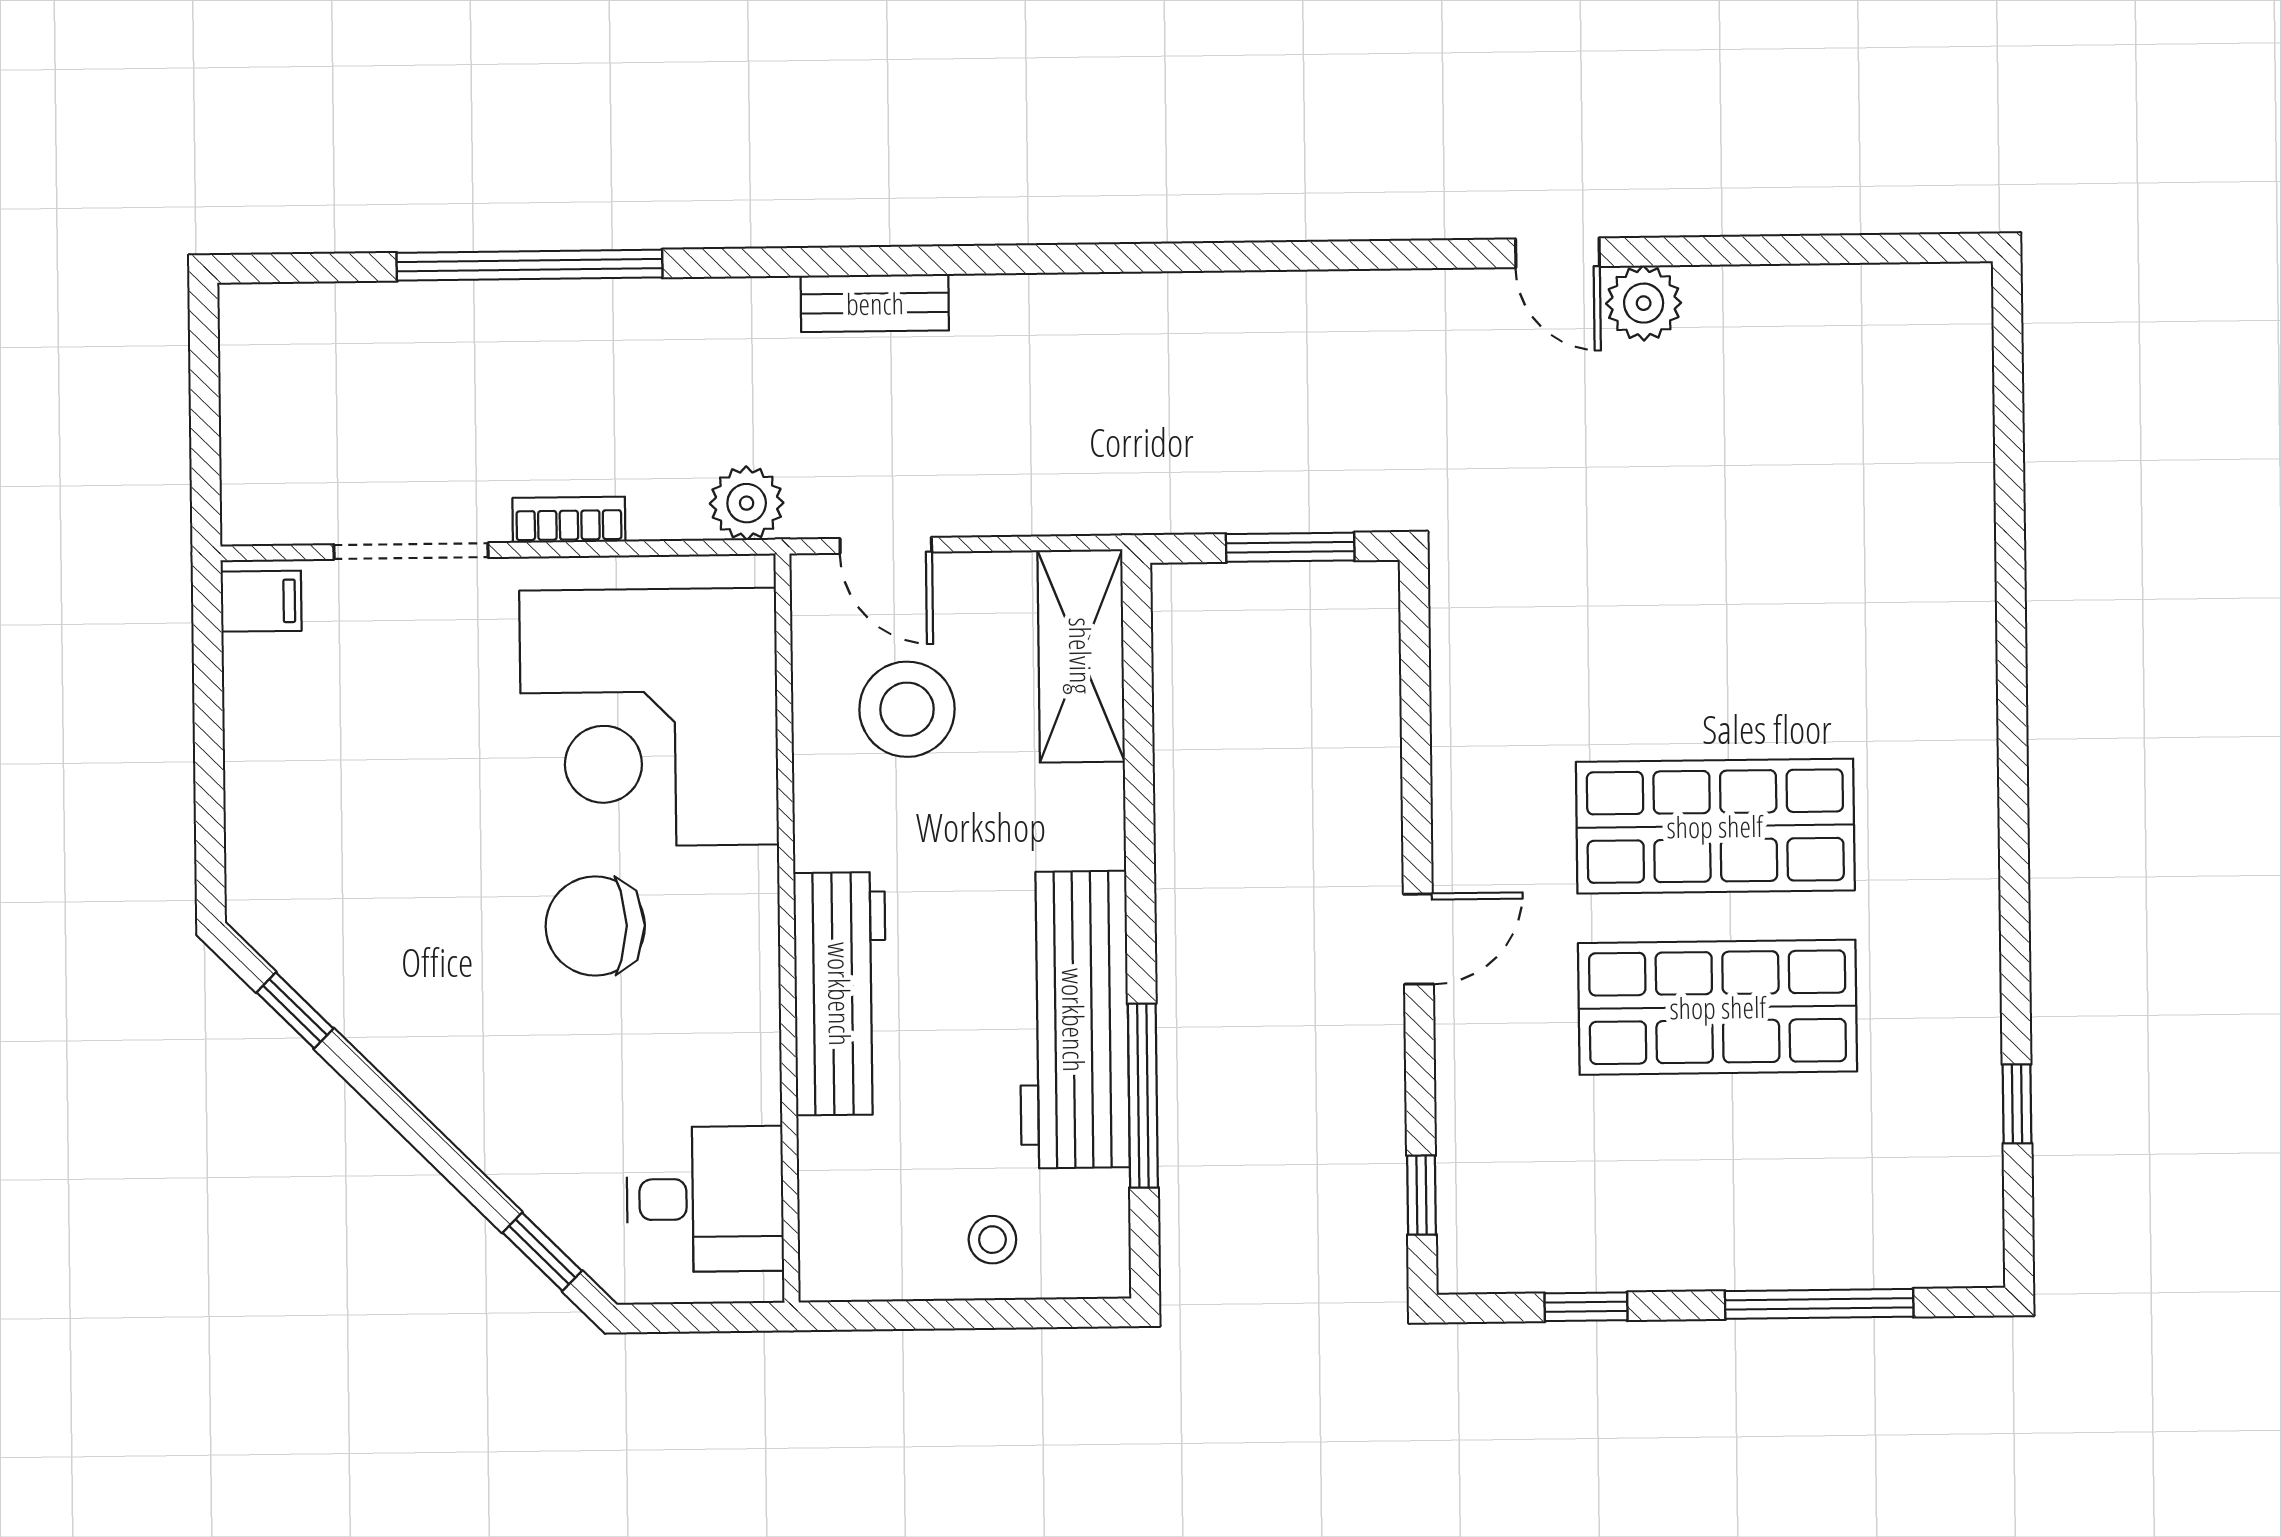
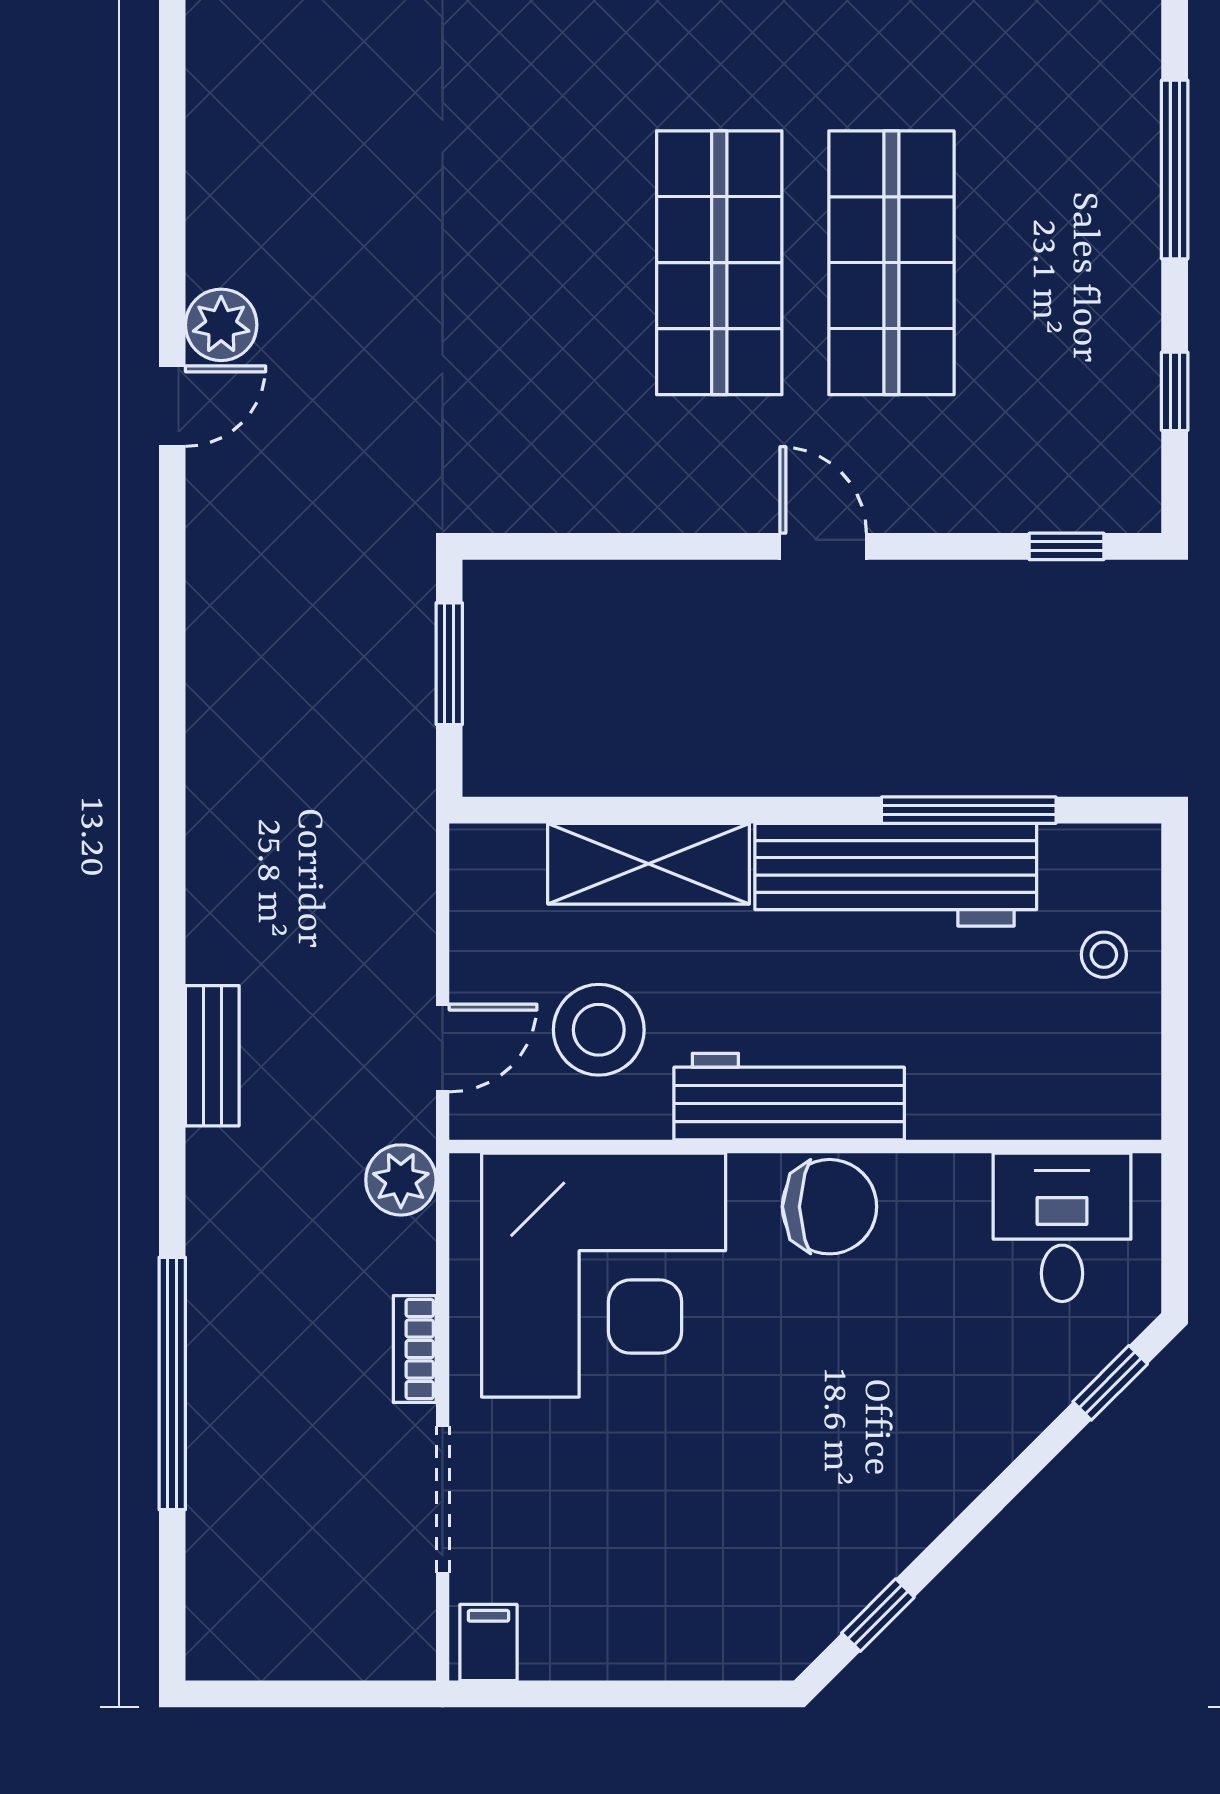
shelving: (1081, 656) -> (649, 864), moved
chair: (595, 926) -> (830, 1207), moved, turned -90
workbench: (840, 994) -> (789, 1097), moved

